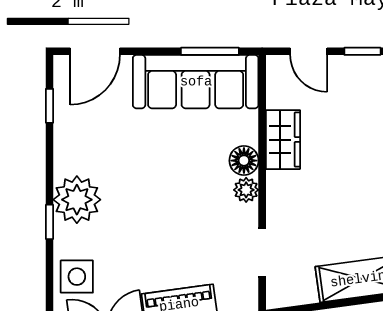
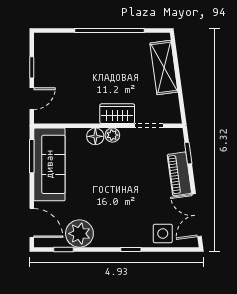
wardrobe: (283, 140) -> (117, 114), moved
plant: (77, 200) -> (79, 234), moved

